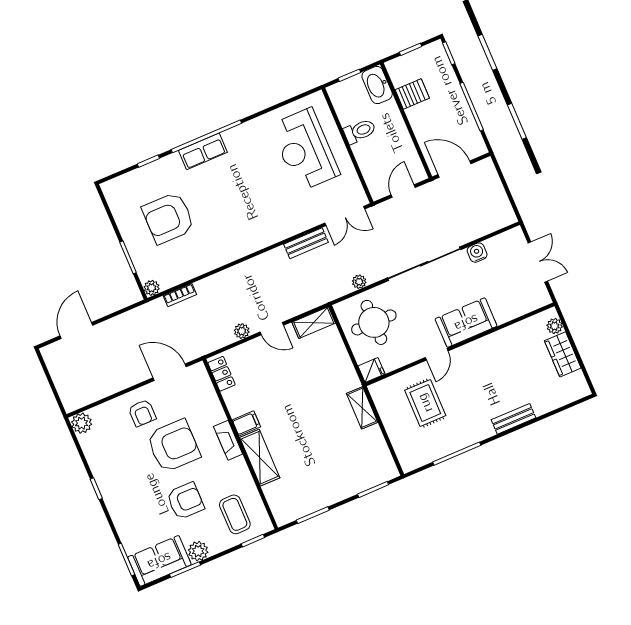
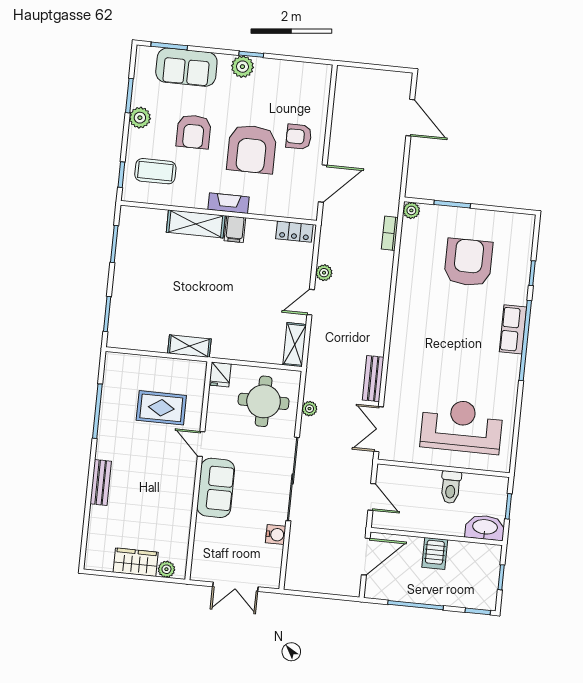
server rack: (412, 94) -> (435, 553), moved
plant: (82, 423) -> (242, 67), moved
sofa: (159, 561) -> (186, 67), moved, turned 90

